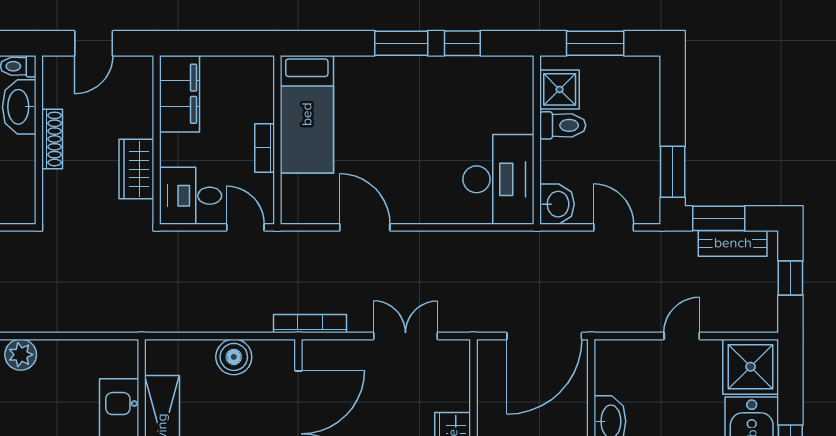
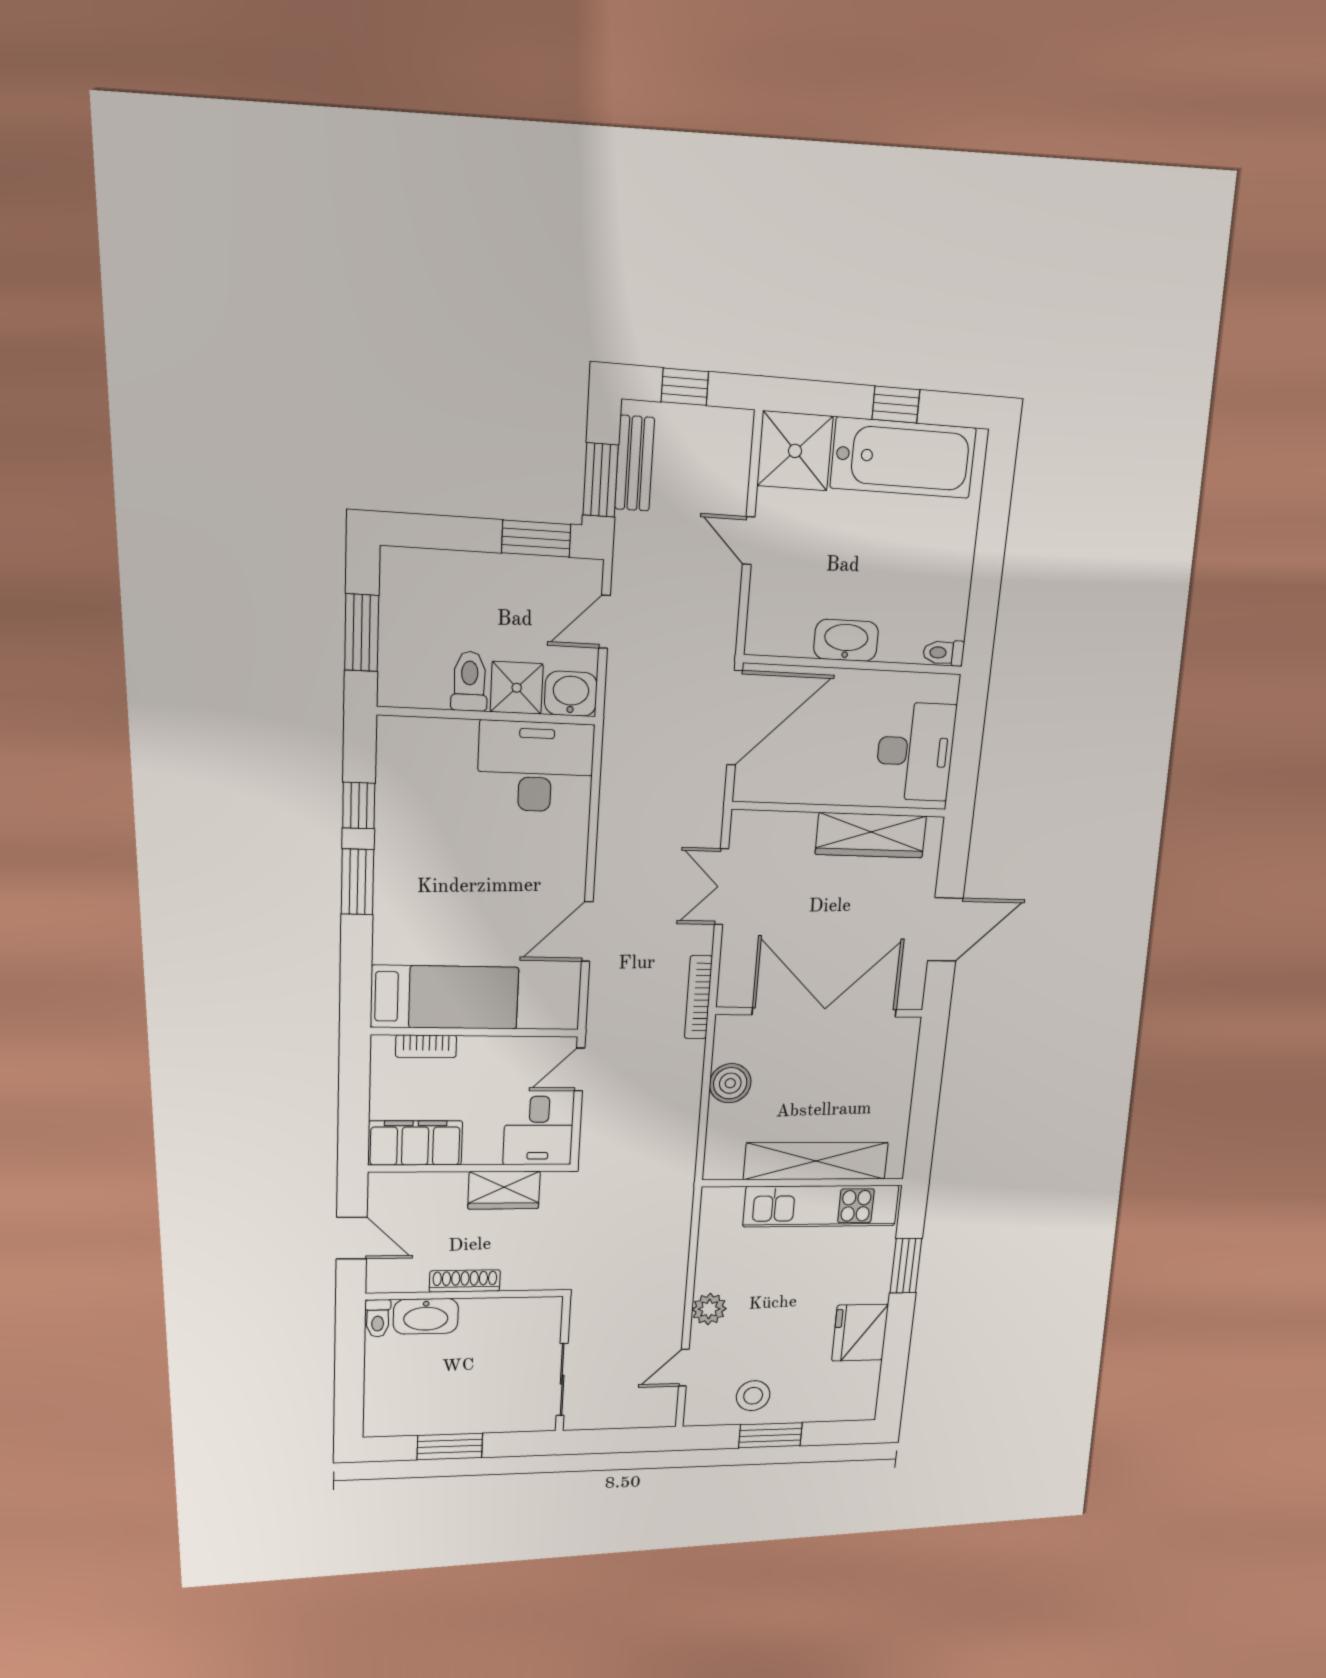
shower: (560, 89) -> (517, 688), moved
bookcase: (265, 148) -> (426, 1046), moved
door: (544, 336) -> (735, 718), hinge flipped

